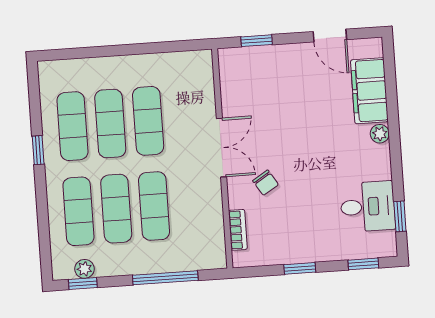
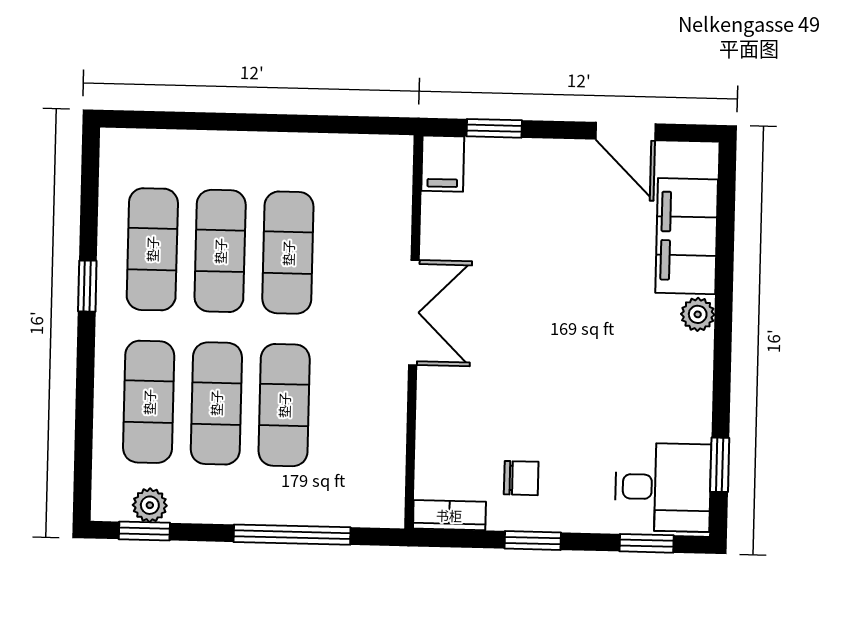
filing cabinet: (230, 63) -> (443, 164), added
chair: (266, 183) -> (521, 478), moved, turned -58
desk: (368, 207) -> (663, 487), moved
bookcase: (238, 230) -> (449, 515), moved, turned -90

